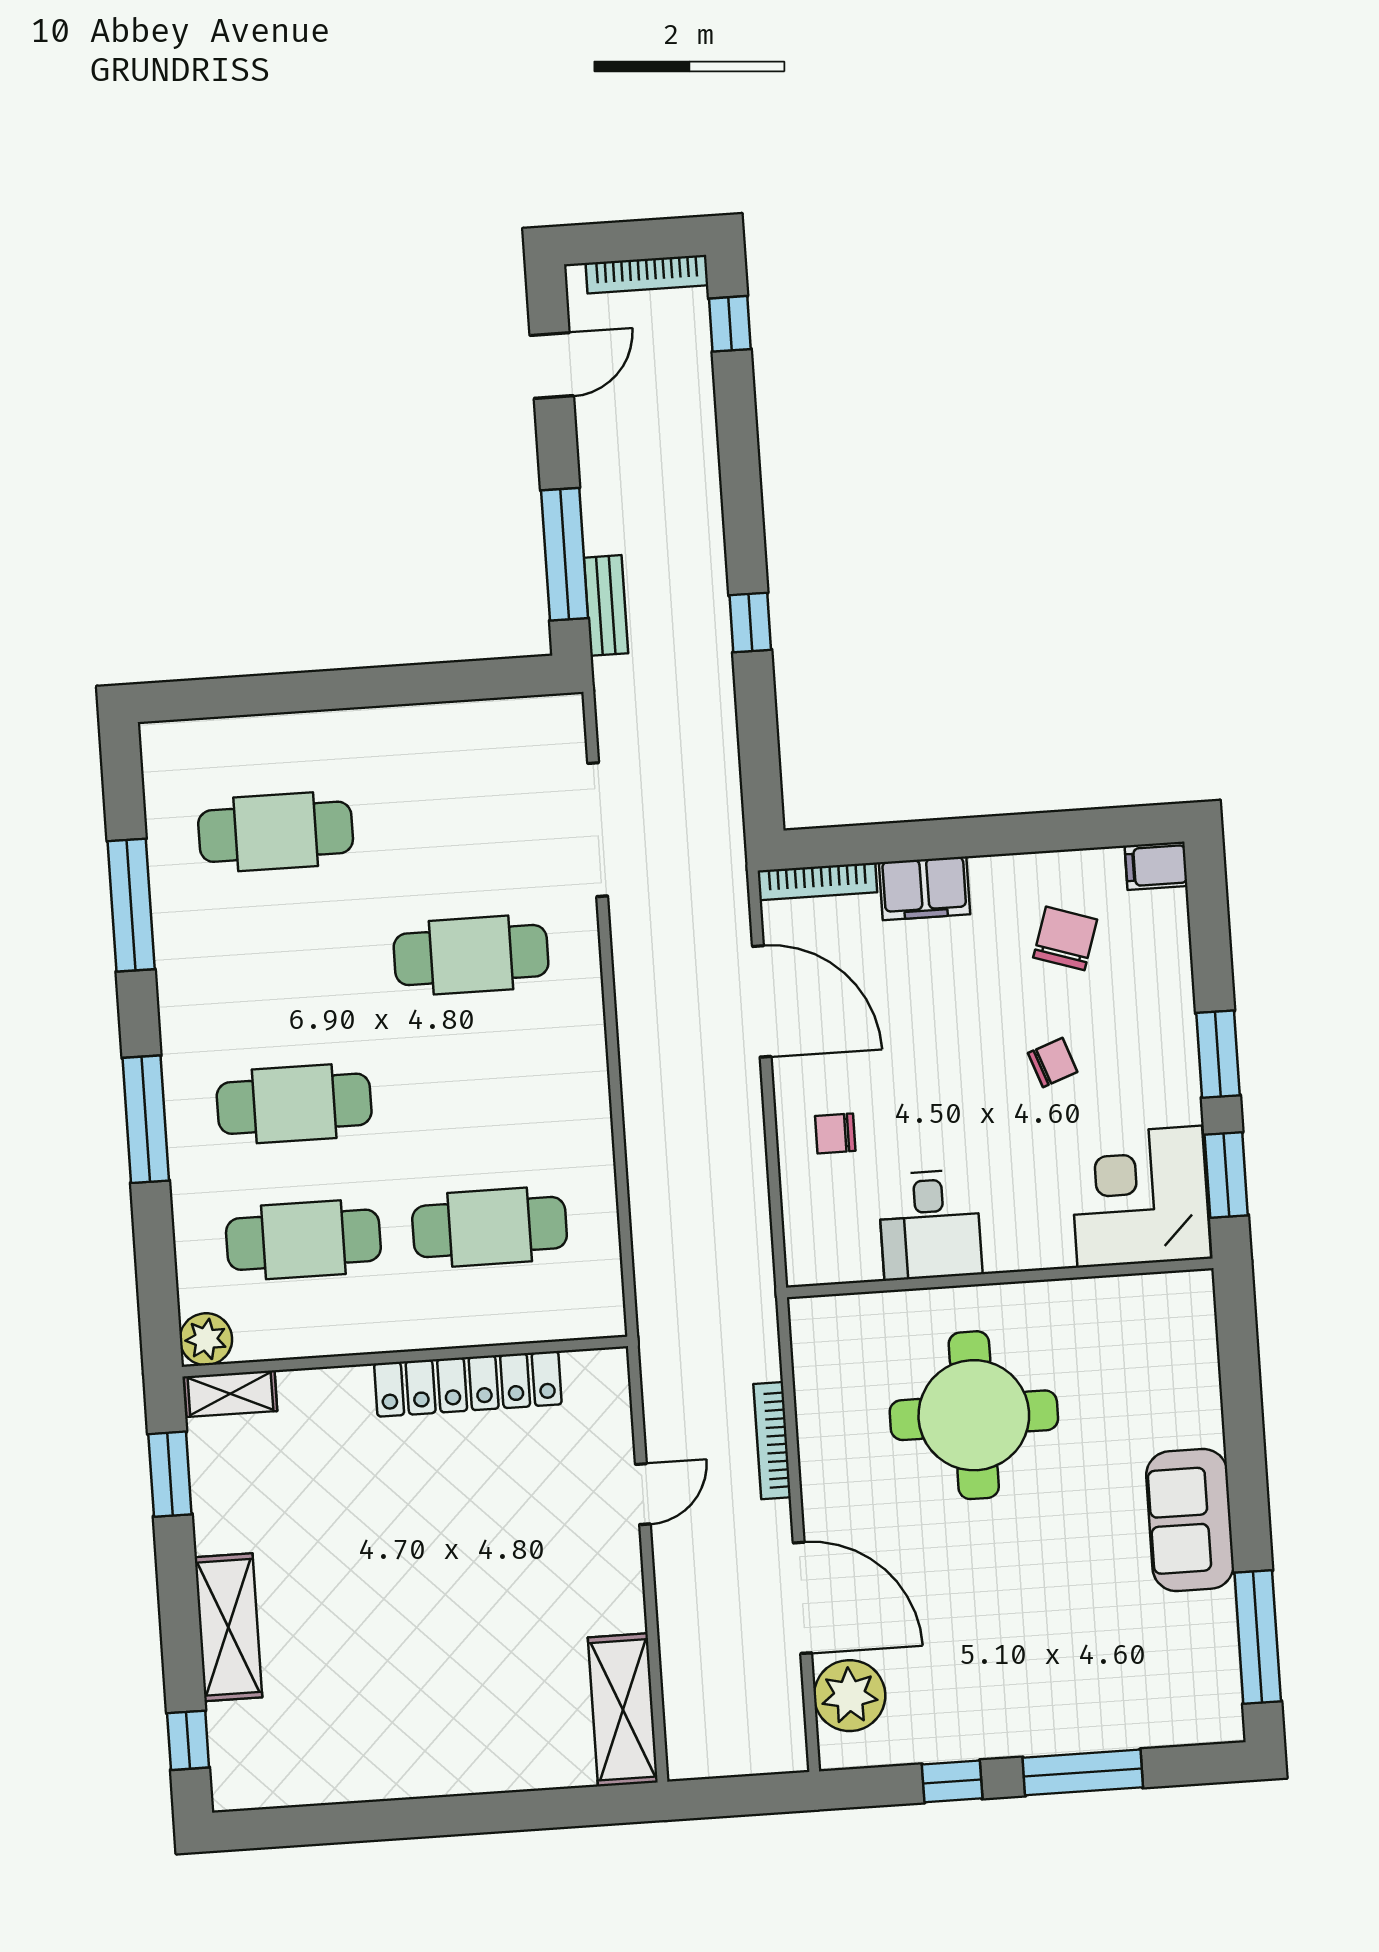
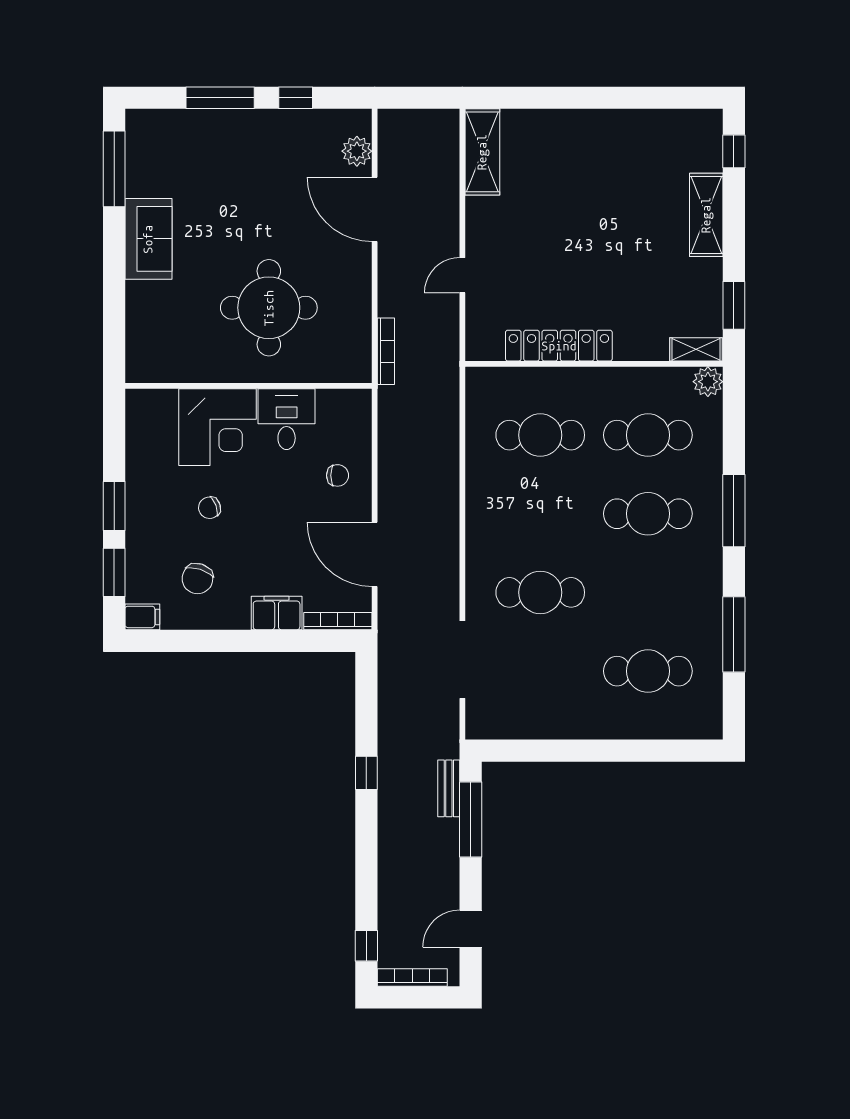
window: (1226, 1175) -> (114, 572), moved
corner desk: (1140, 1197) -> (217, 427), moved
bookcase: (772, 1441) -> (386, 351), moved
plant: (850, 1696) -> (357, 151), width x0.73, depth x0.73

